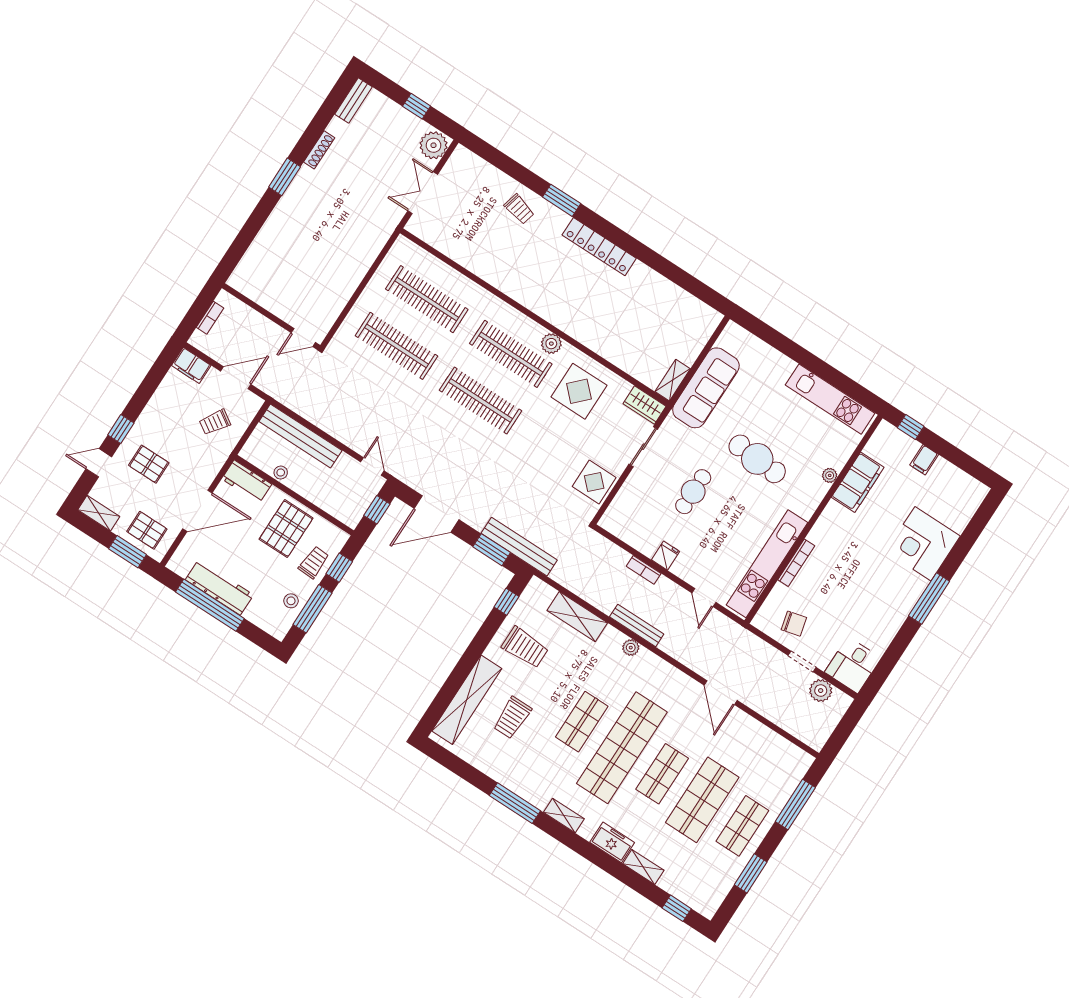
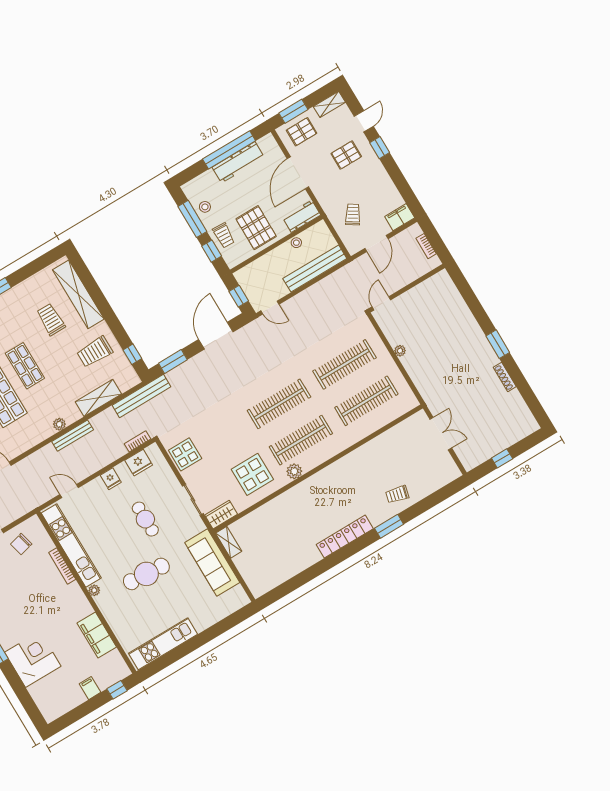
bench: (353, 101) -> (527, 417), removed
plant: (434, 145) -> (400, 351), moved, width x0.53, depth x0.53
plant: (830, 475) -> (94, 590), moved
fridge: (631, 532) -> (139, 463), added
bench: (519, 547) -> (141, 396), moved
bookcase: (644, 570) -> (138, 441), moved

